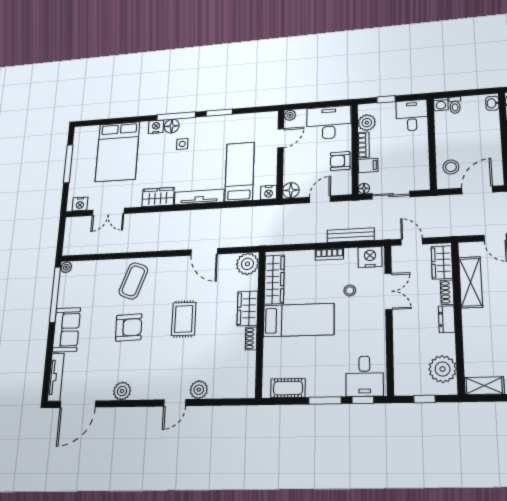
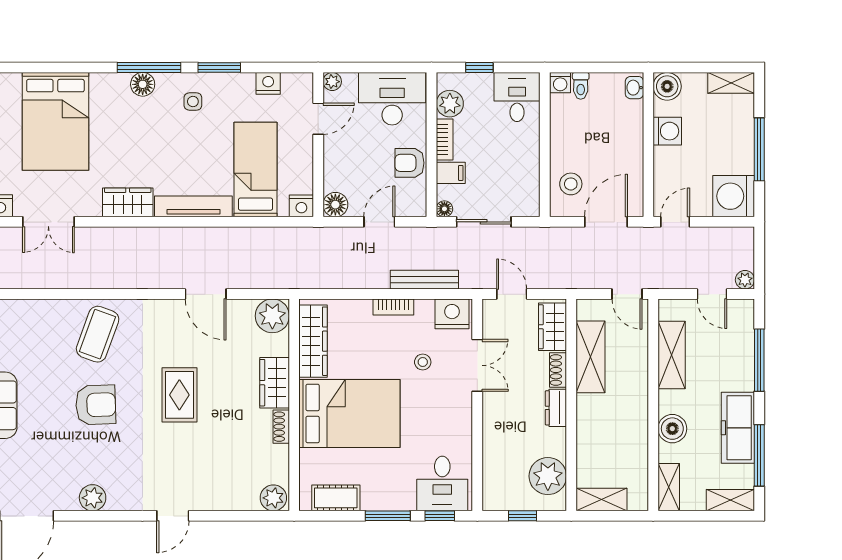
nightstand: (156, 127) -> (268, 83), moved
side table: (182, 144) -> (193, 102), moved
bed: (299, 320) -> (349, 413), width x1.50
plant: (199, 390) -> (273, 498), moved

